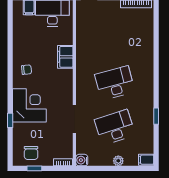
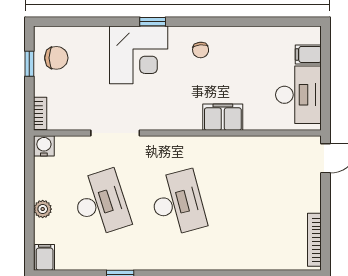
window: (10, 120) -> (153, 22), moved
chair: (31, 153) -> (56, 58), turned 180

